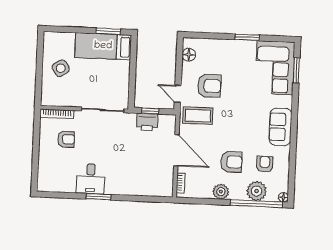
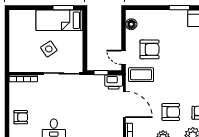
side table: (61, 68) -> (49, 49), moved
printer: (147, 122) -> (114, 82), moved
armchair: (66, 139) -> (21, 117), moved

